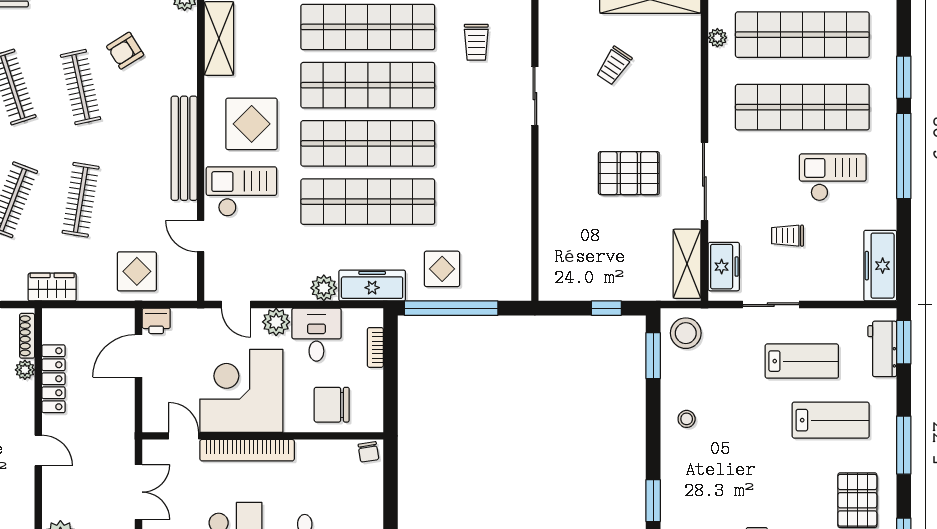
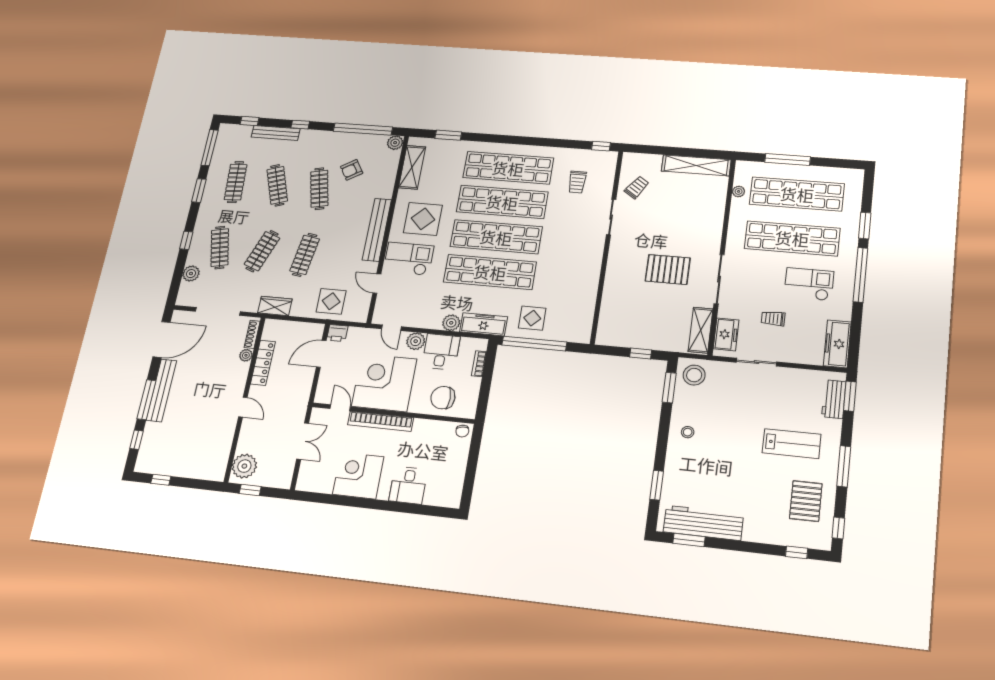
trolley: (614, 66) -> (637, 187), moved, turned 180
lab bench: (802, 361) -> (775, 402), removed

